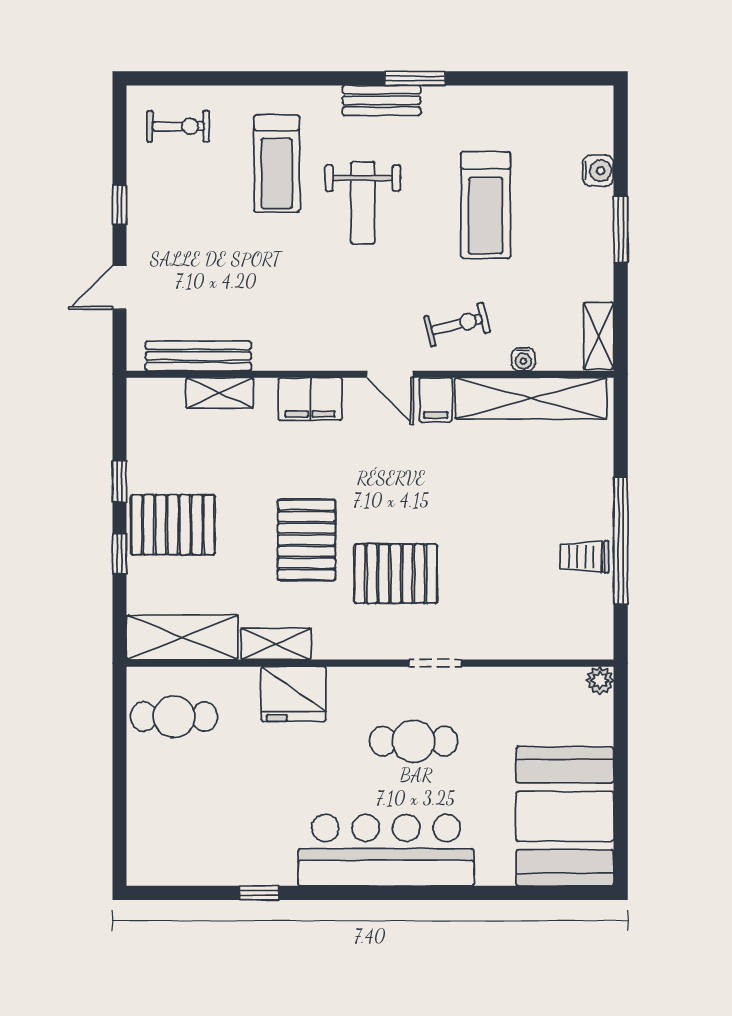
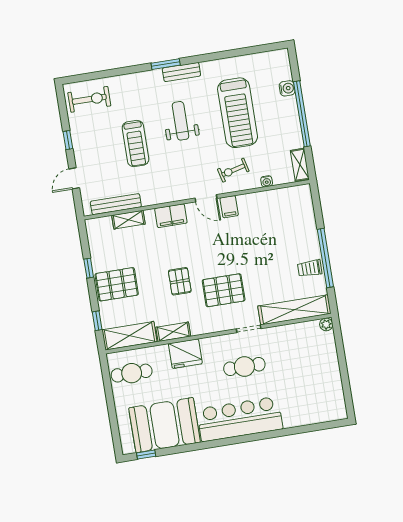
window: (415, 78) -> (166, 64), moved
exercise bike: (178, 126) -> (89, 99), width x1.38, depth x1.39
treadmill: (277, 164) -> (135, 144), moved
weight bench: (363, 203) -> (180, 121), turned 180
treadmill: (486, 205) -> (238, 113), width x1.37, depth x1.38
window: (621, 229) -> (302, 114), width x2.11
exercise bike: (457, 324) -> (233, 170), turned 180
shelving: (531, 398) -> (294, 310), moved
pallet: (307, 540) -> (180, 281), width x0.67, depth x0.71
window: (119, 554) -> (97, 321), moved
booth: (565, 816) -> (165, 425), moved, turned 90
window: (259, 893) -> (146, 455), moved

